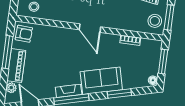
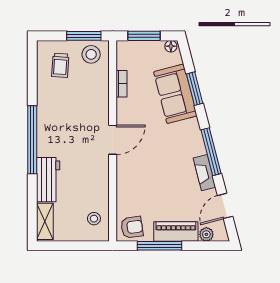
armchair: (24, 34) -> (132, 227), turned 79
sofa: (101, 81) -> (175, 94), moved
fireplace: (69, 91) -> (204, 173), moved

